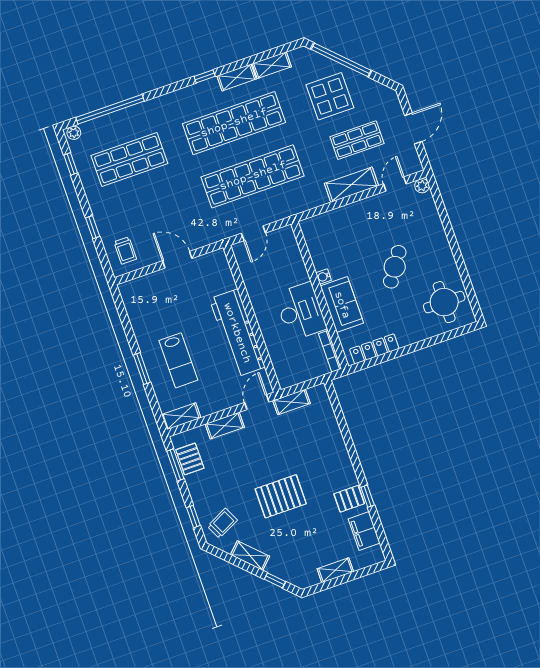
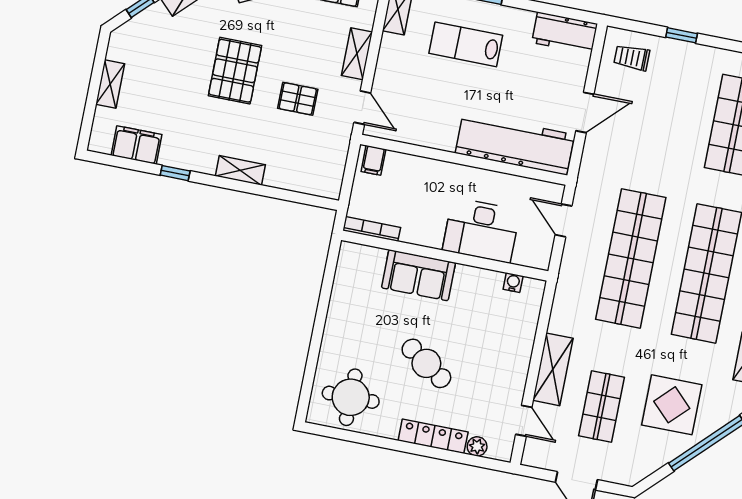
plant: (422, 186) -> (477, 446), moved
water cooler: (324, 277) -> (513, 283), moved
workbench: (135, 302) -> (565, 33), added
desk: (301, 311) -> (481, 230), moved
workbench: (237, 333) -> (515, 144), moved
locker: (374, 349) -> (433, 436), moved, turned -90
filing cabinet: (286, 376) -> (373, 160), added
shelving: (292, 402) -> (240, 170), moved, turned 90
pallet: (349, 499) -> (298, 99), moved, turned 90

